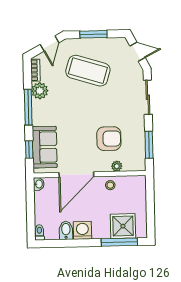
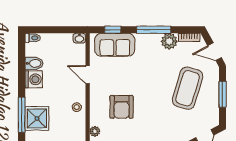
plant: (117, 166) -> (95, 131), moved
door: (76, 175) -> (88, 75), width x0.53

